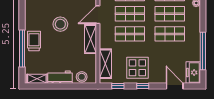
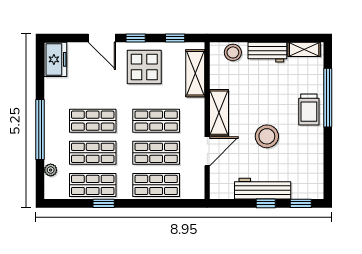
window: (203, 51) -> (40, 130), moved
door: (175, 86) -> (102, 38), moved

